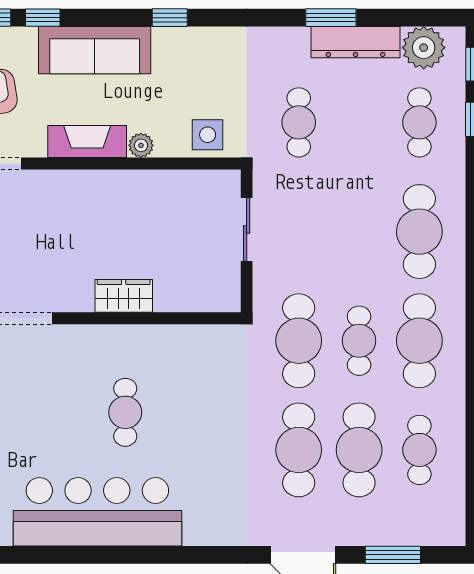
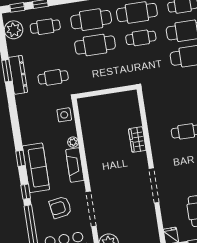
window: (170, 18) -> (21, 158), moved
dresser: (356, 42) -> (18, 75), moved
sliding door: (247, 229) -> (101, 92), removed
cafe table: (299, 341) -> (95, 45), moved

